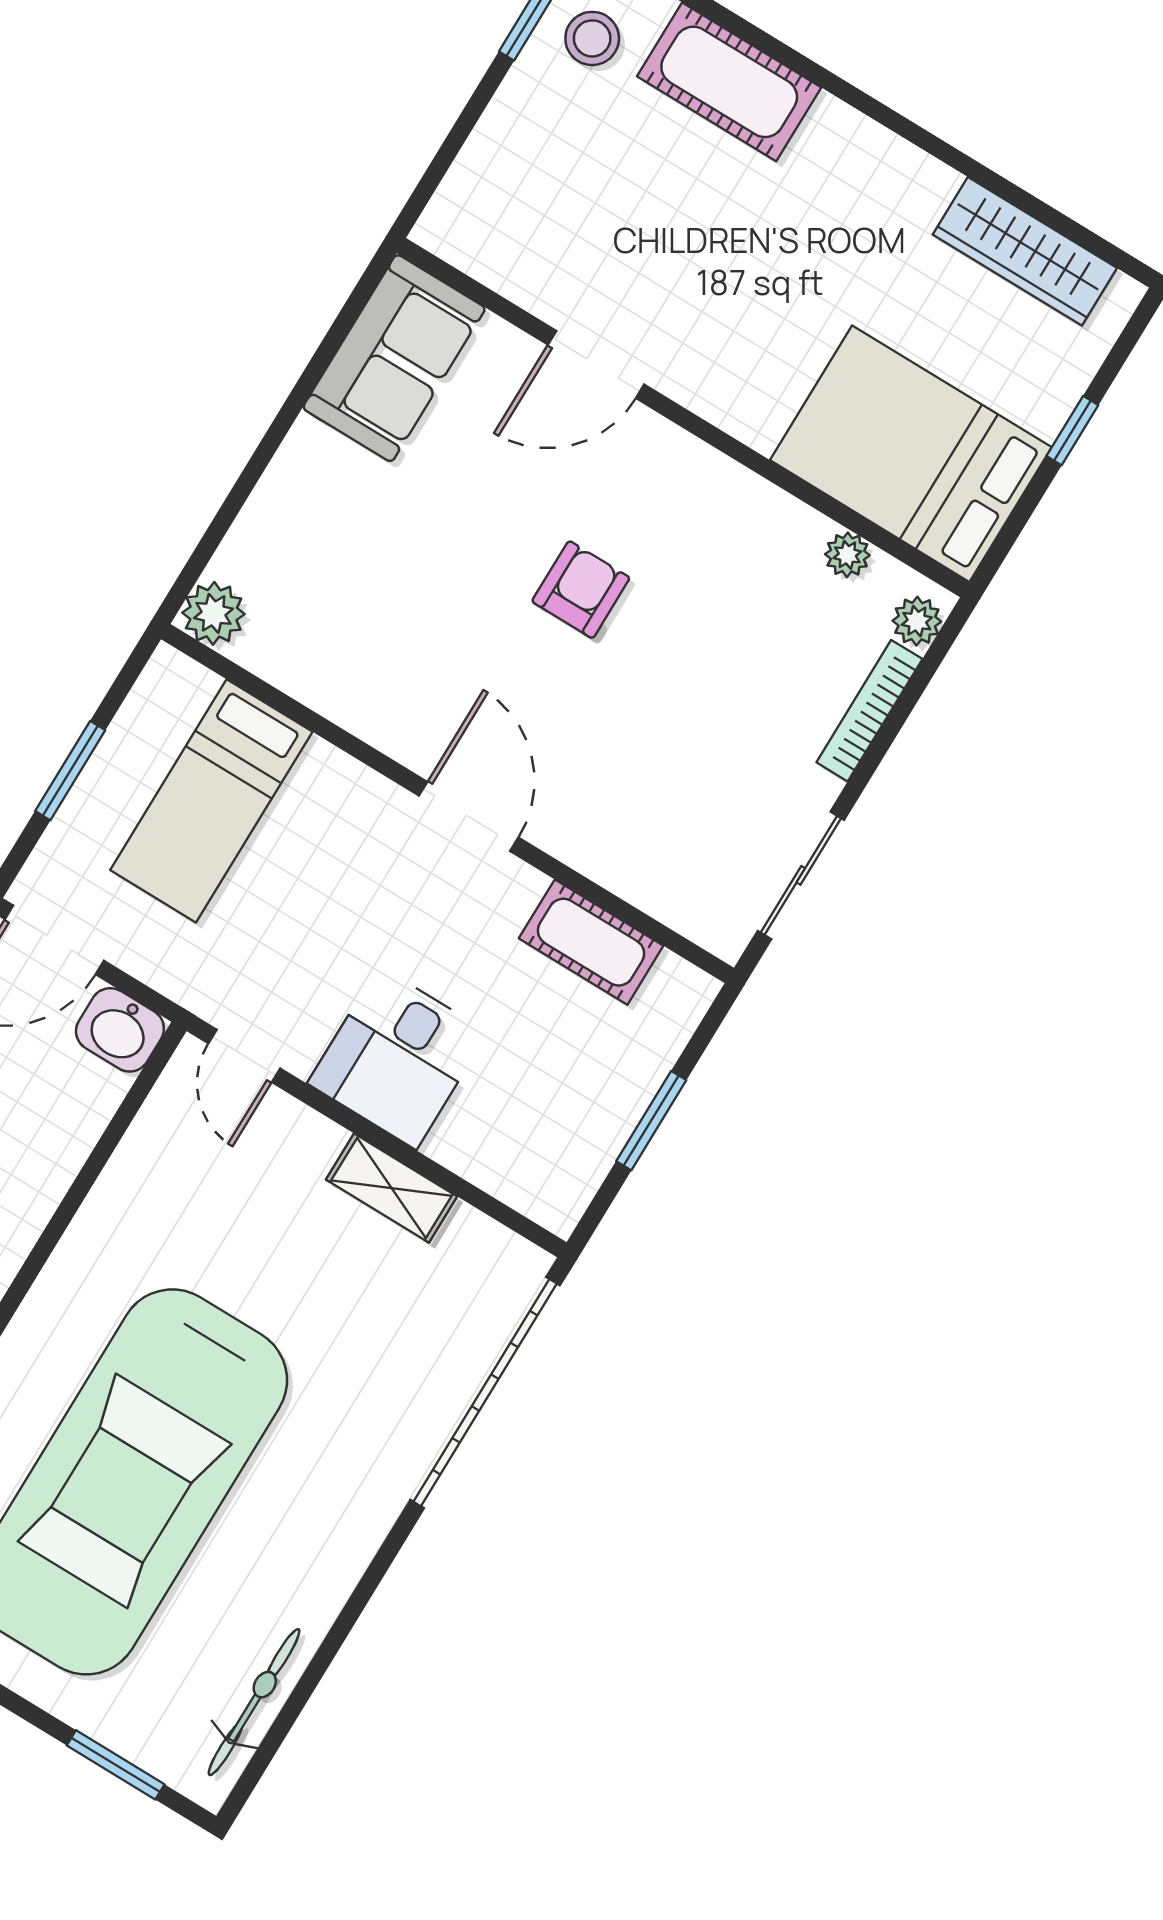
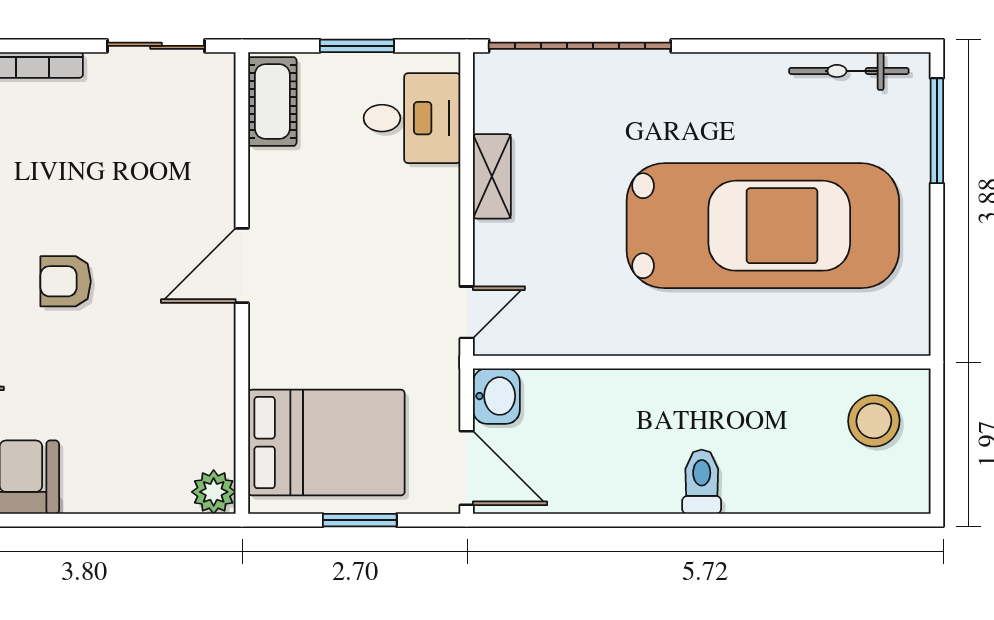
bed: (211, 801) -> (326, 443), width x1.50
cot: (591, 942) -> (272, 101), moved
desk: (398, 1058) -> (412, 118), moved
window: (116, 1765) -> (937, 131), width x1.44

